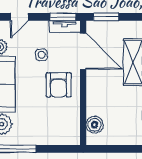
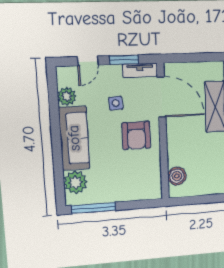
window: (63, 17) -> (124, 60), moved
window: (106, 17) -> (185, 58), removed

